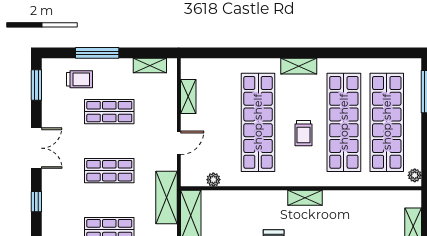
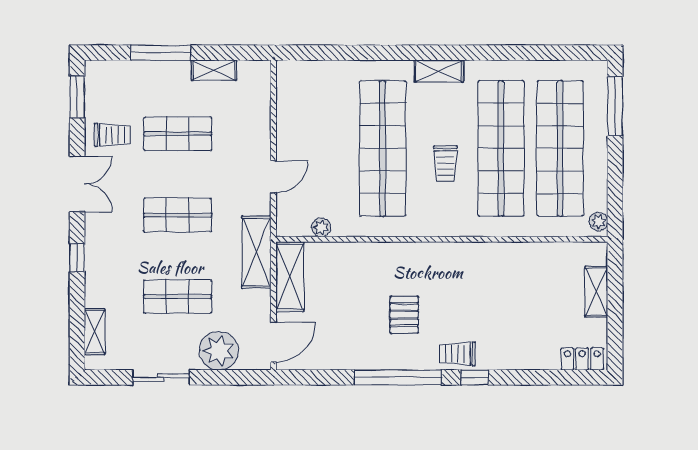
shelving: (150, 66) -> (214, 70), moved
trolley: (79, 79) -> (113, 135), moved
shelving: (188, 96) -> (286, 113), removed
shelving: (305, 198) -> (447, 252), removed

